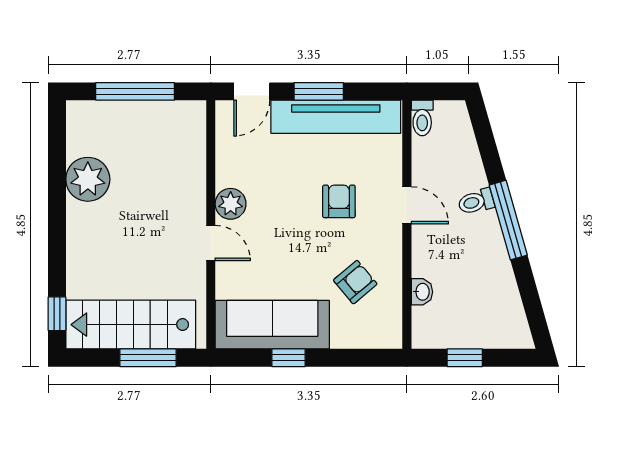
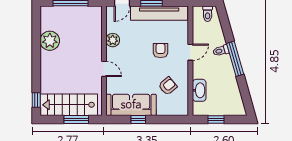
toilet: (422, 118) -> (208, 14), moved
plant: (231, 204) -> (113, 40), moved
door: (407, 205) -> (190, 52), hinge flipped
washbasin: (422, 292) -> (199, 90), width x1.91, depth x1.45

